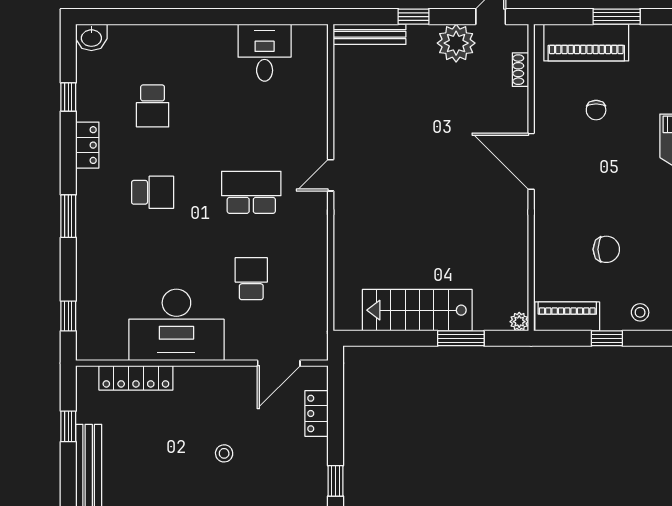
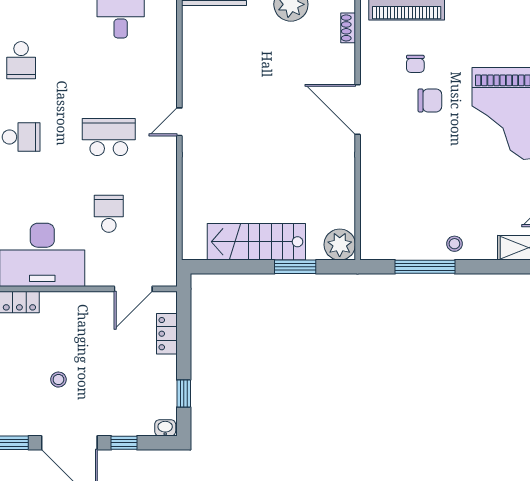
chair: (606, 249) -> (430, 100), moved
piano: (567, 316) -> (390, 247), removed
plant: (519, 322) -> (340, 245), width x1.88, depth x1.88
window: (607, 338) -> (425, 267), width x2.17
stool: (224, 453) -> (58, 380), moved

